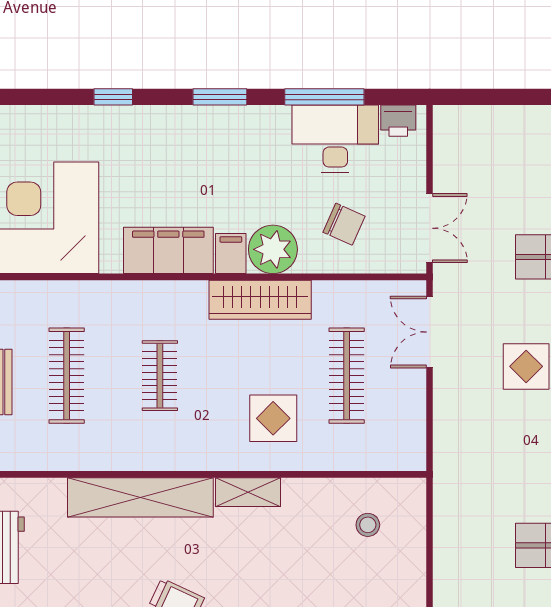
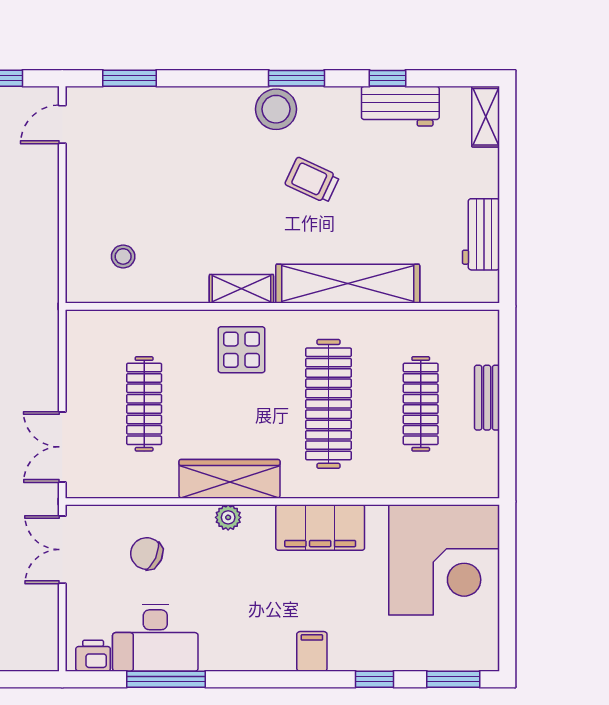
window: (220, 97) -> (453, 679), moved
plant: (273, 249) -> (228, 517), width x0.53, depth x0.53
filing cabinet: (231, 254) -> (312, 651), moved, turned 180
double door: (430, 332) -> (62, 447), swing flipped
clothes rail: (160, 376) -> (328, 404), width x1.86, depth x1.31
display table: (273, 418) -> (242, 350), moved

